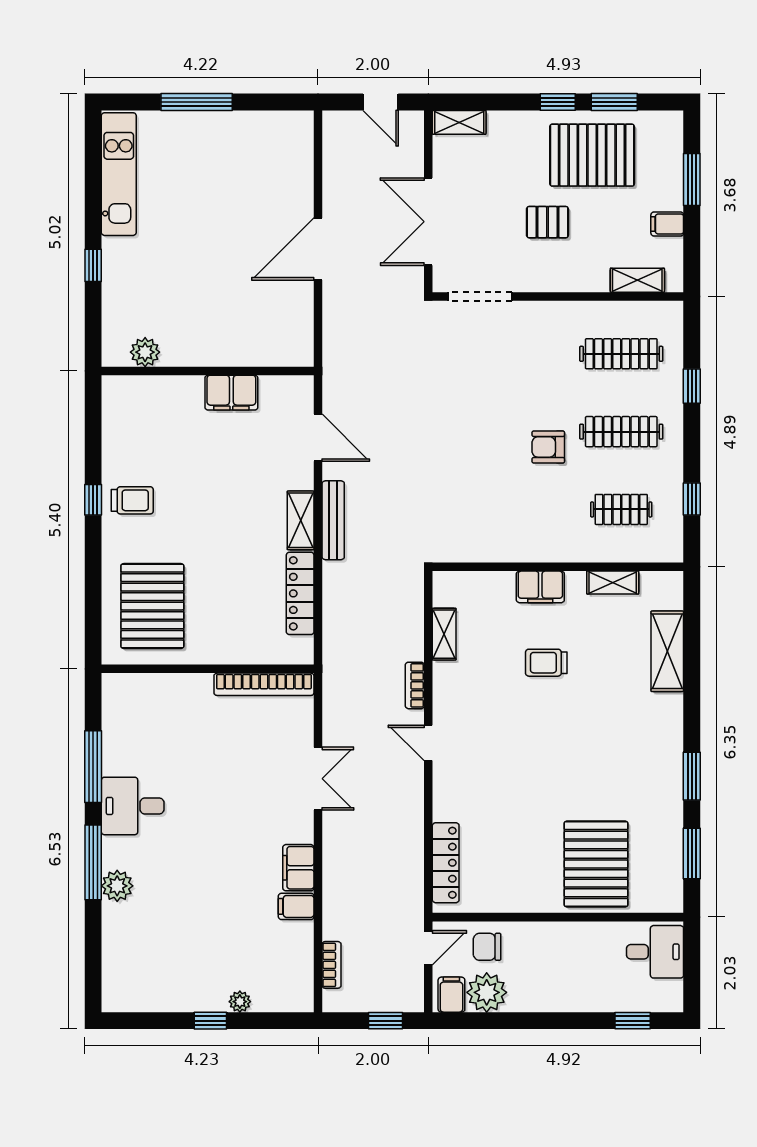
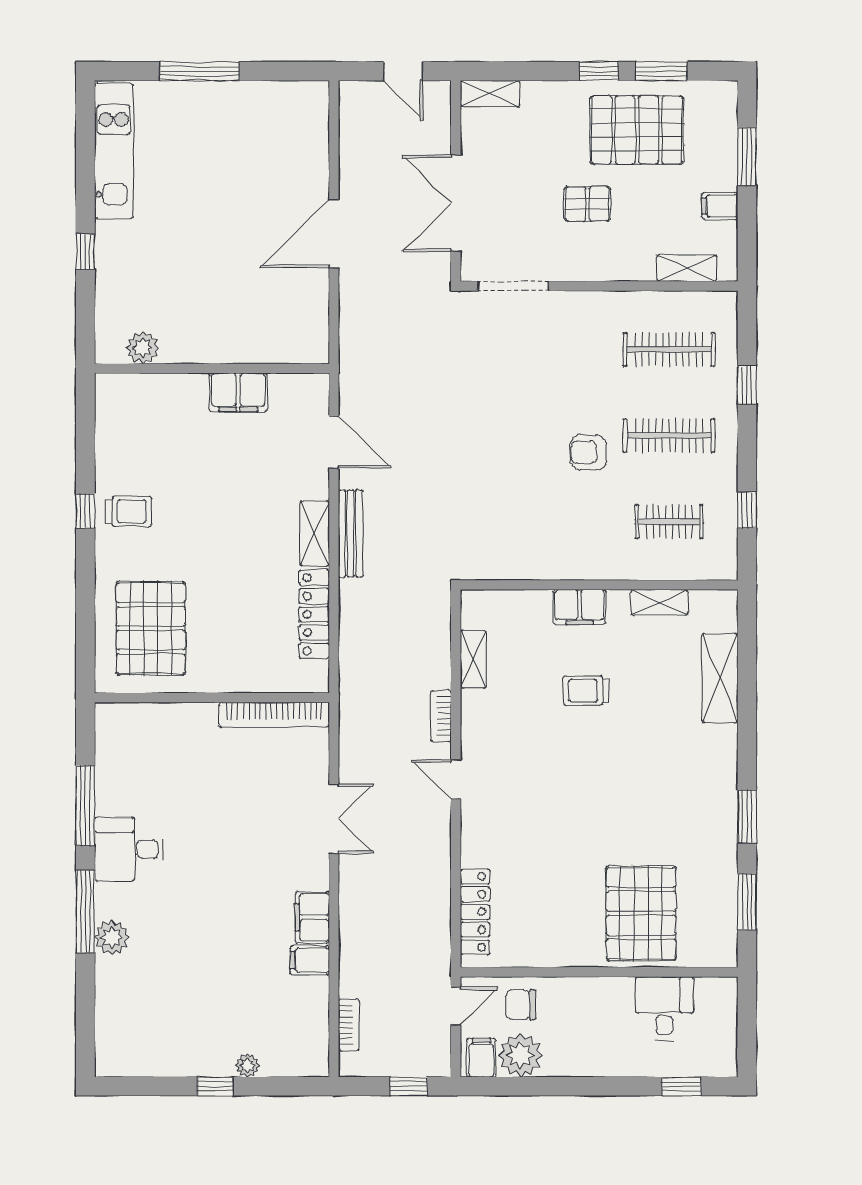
desk: (655, 952) -> (664, 1008), moved, turned -90

